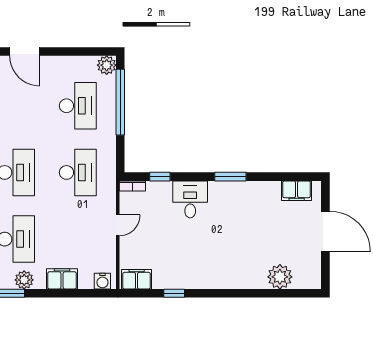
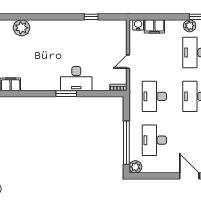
window: (160, 177) -> (100, 94), removed
window: (230, 177) -> (66, 94), moved
desk: (190, 199) -> (76, 79), width x1.37
filing cabinet: (62, 279) -> (154, 26), moved
filing cabinet: (137, 279) -> (116, 26), removed

